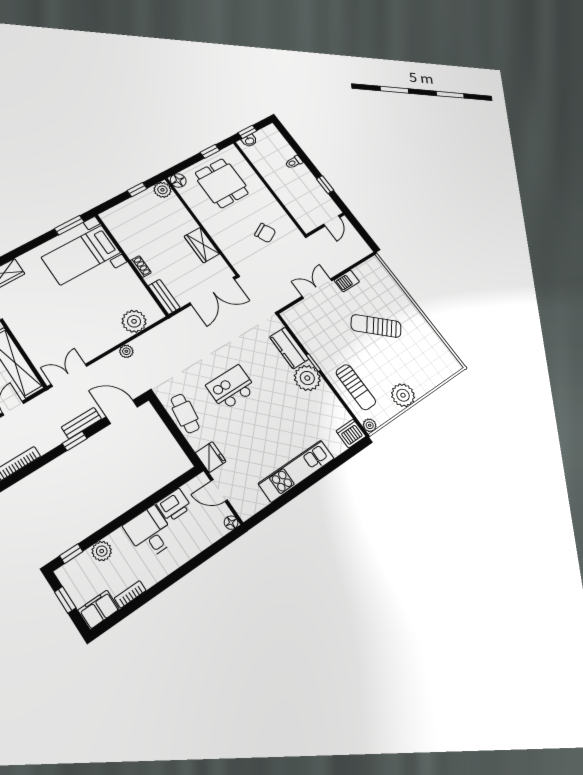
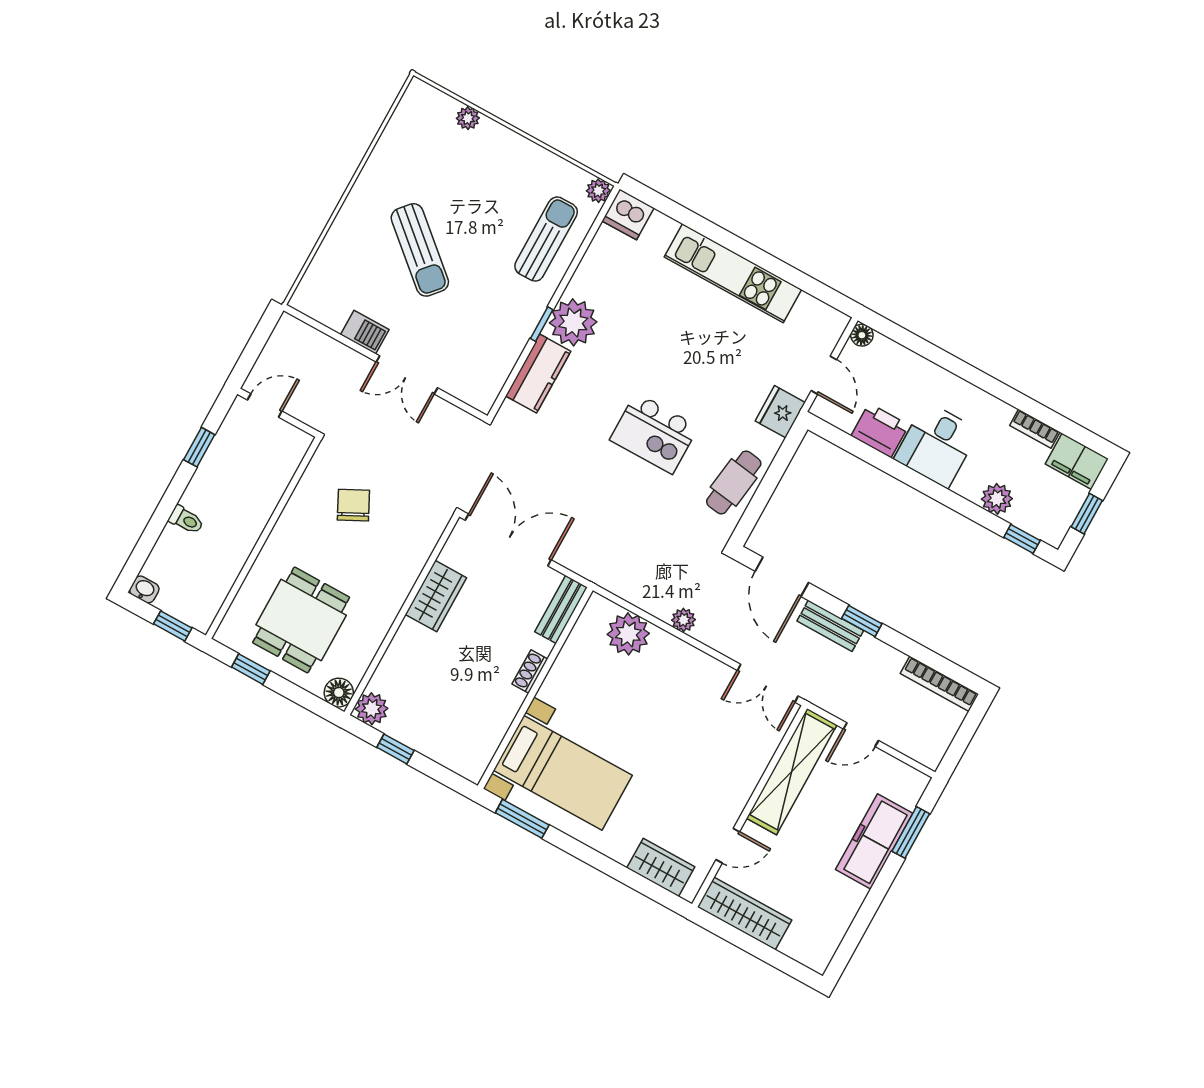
washbasin: (249, 141) -> (144, 589), moved
plant: (403, 395) -> (468, 118), moved, width x0.53, depth x0.53

